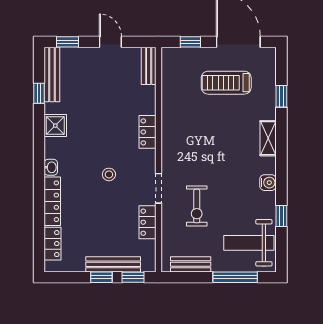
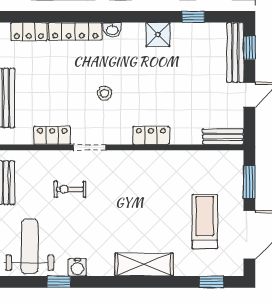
window: (190, 42) -> (249, 182), width x1.50
bench: (52, 75) -> (235, 52), moved, turned 90
window: (281, 96) -> (212, 282), moved
shelving: (268, 138) -> (144, 264), width x1.50, depth x1.33
water cooler: (268, 183) -> (77, 267), moved
exercise bike: (197, 206) -> (70, 189), width x0.73, depth x0.72

